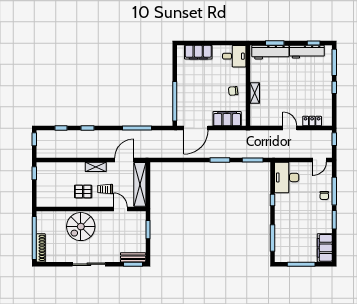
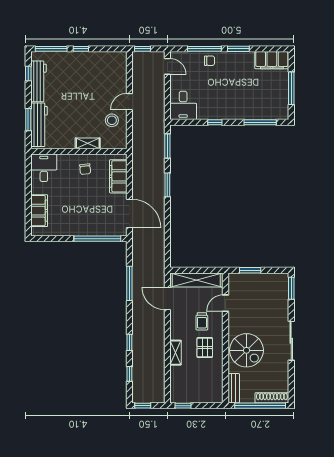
stool: (274, 113) -> (112, 120), added
locker: (312, 121) -> (121, 75), removed
shelving: (96, 167) -> (175, 353), moved
desk: (287, 177) -> (183, 105), width x0.73
bench: (133, 257) -> (234, 388), moved

